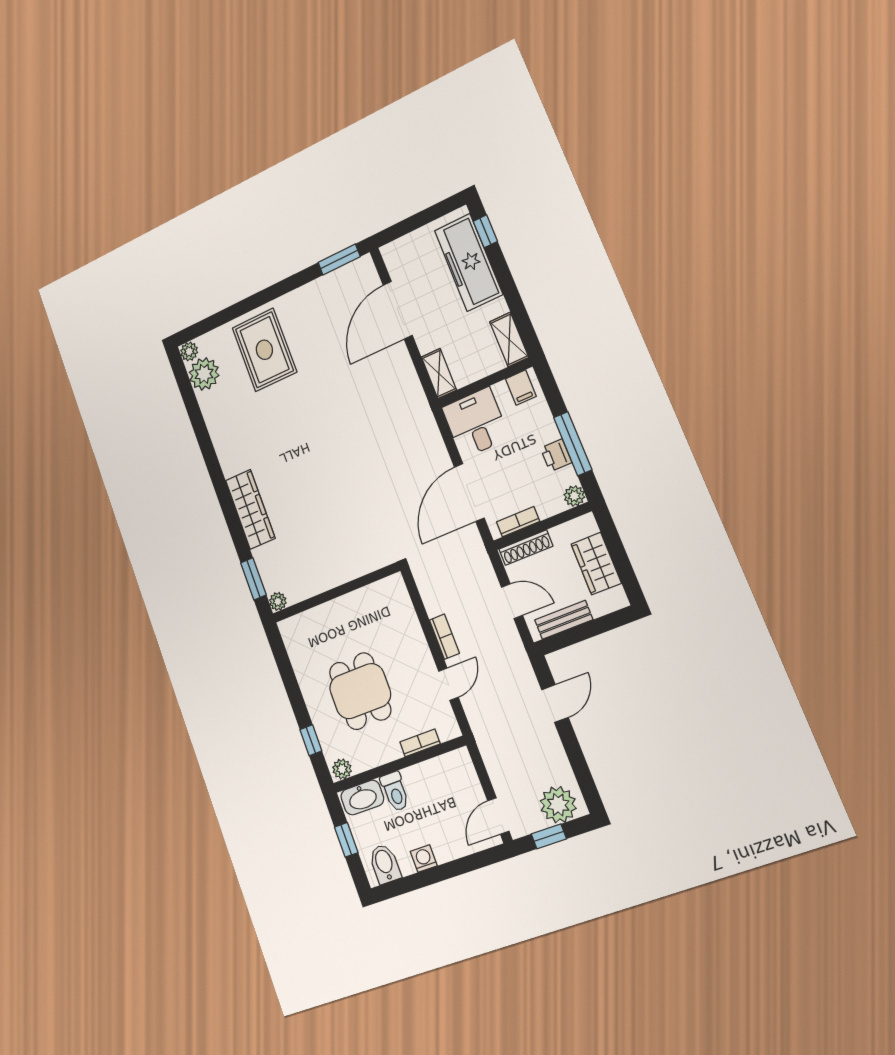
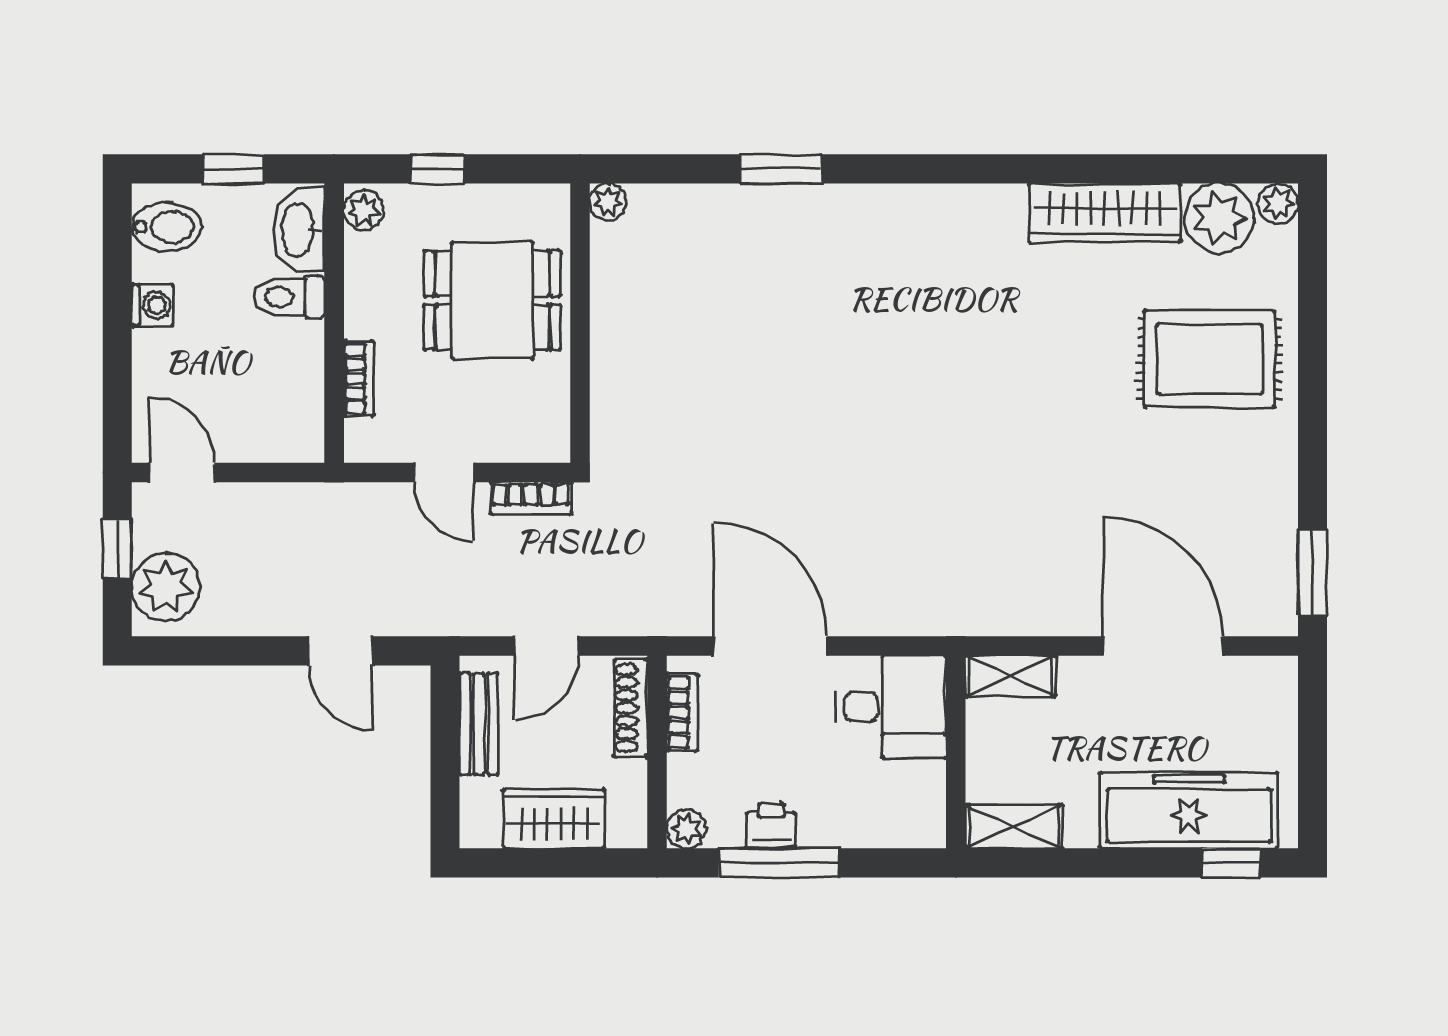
filing cabinet: (521, 388) -> (918, 813), removed
wardrobe: (250, 509) -> (1105, 213), moved
wall: (336, 592) -> (580, 323), moved
plant: (278, 601) -> (608, 202), moved

